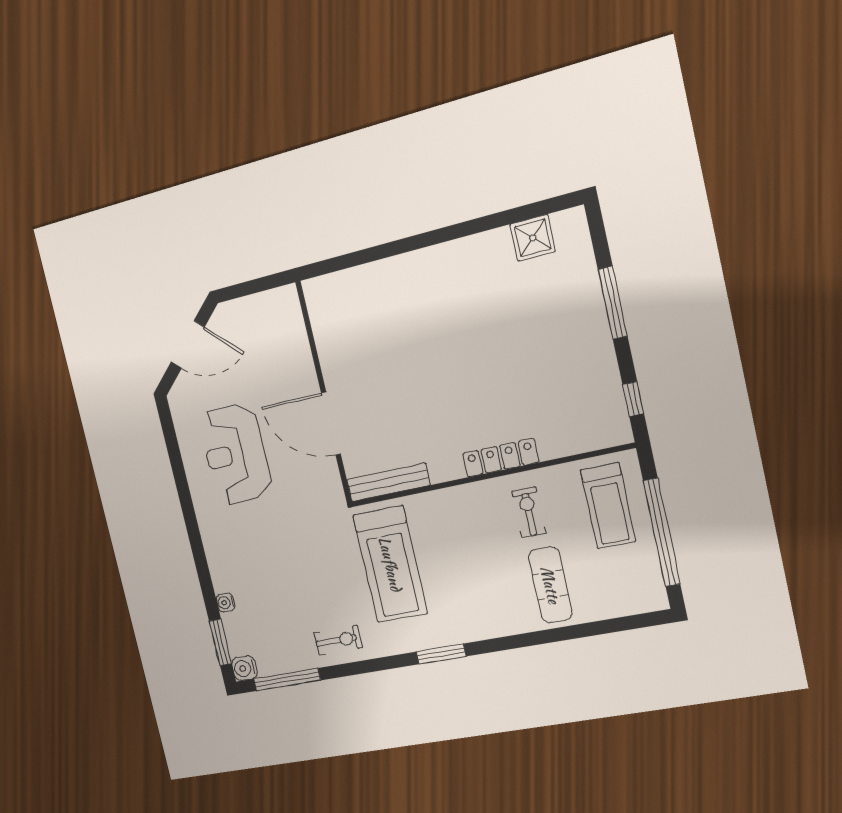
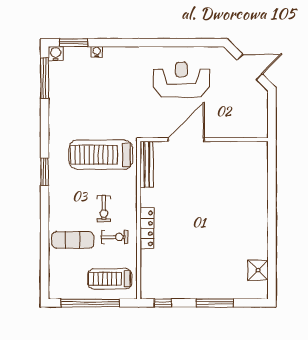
door: (188, 345) -> (250, 67), swing flipped
exercise bike: (338, 640) -> (104, 209), moved

